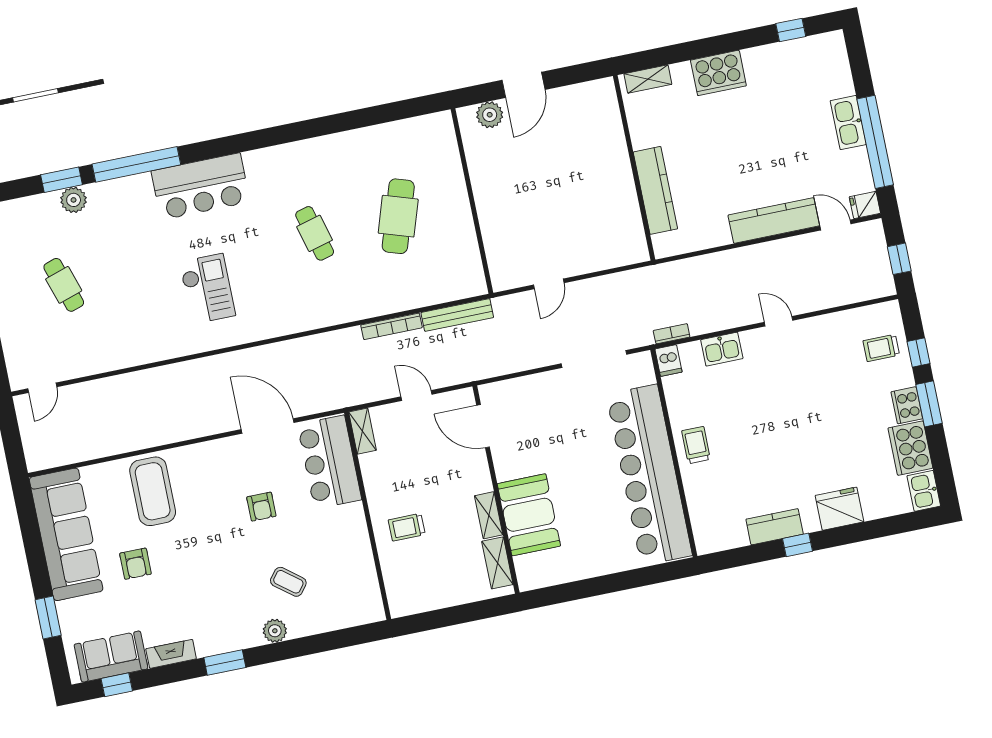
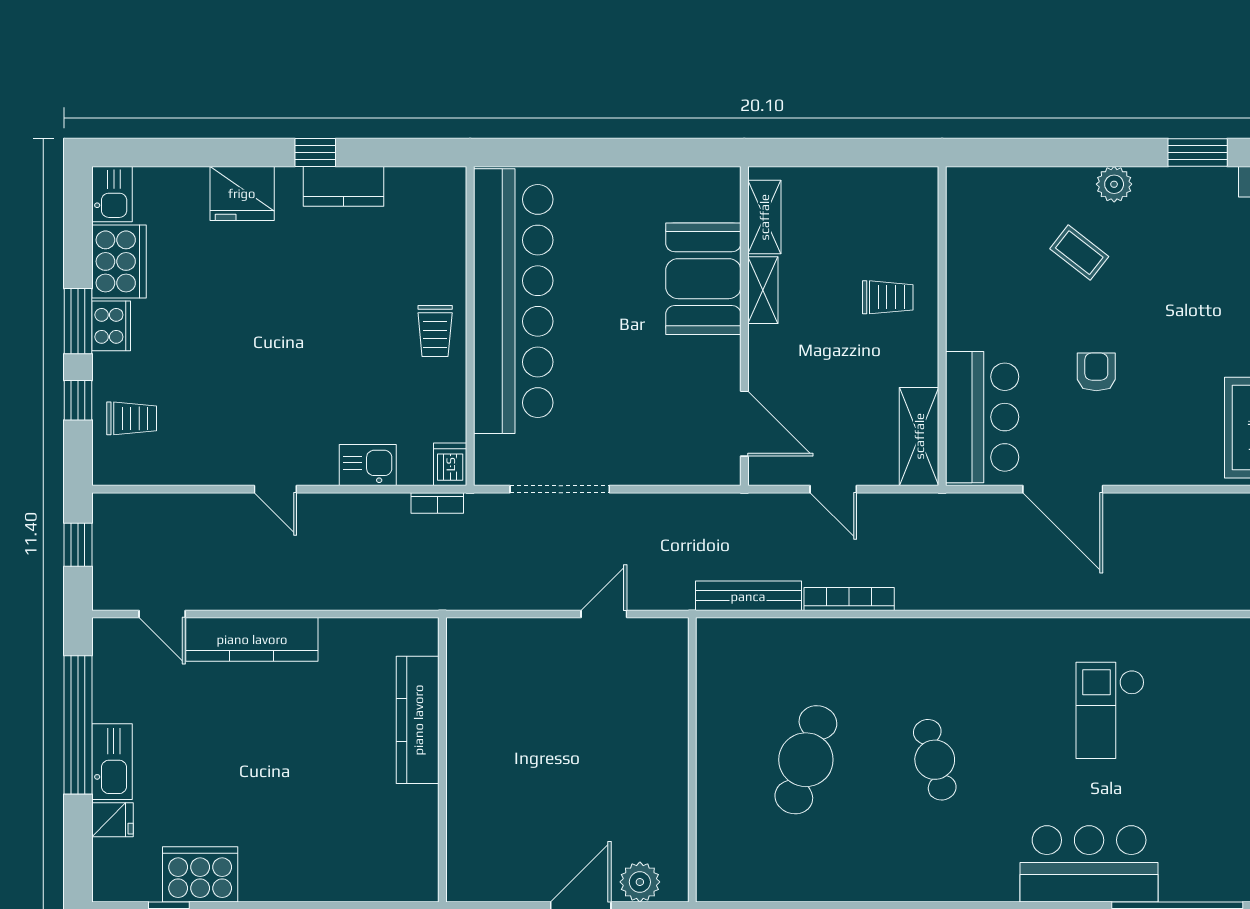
cooker: (718, 73) -> (200, 874), moved
shelving: (648, 79) -> (395, 887), removed
fridge: (865, 205) -> (112, 820), moved
shelving: (362, 431) -> (919, 436), width x1.50, depth x1.33

